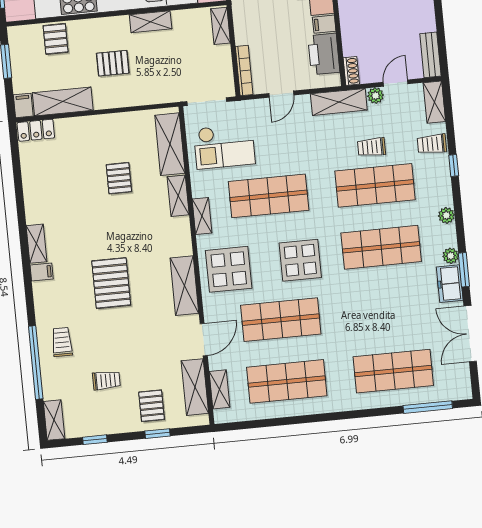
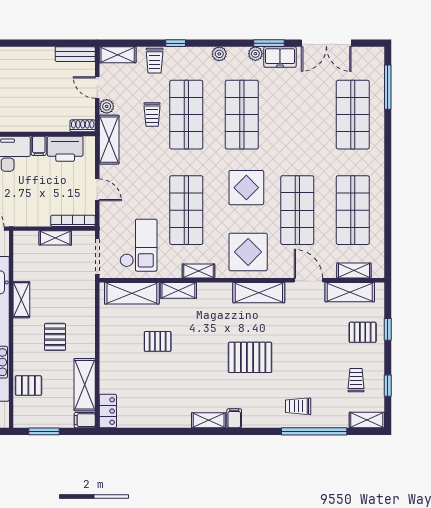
shelving: (221, 26) -> (55, 238), moved
trolley: (106, 380) -> (356, 380), moved

